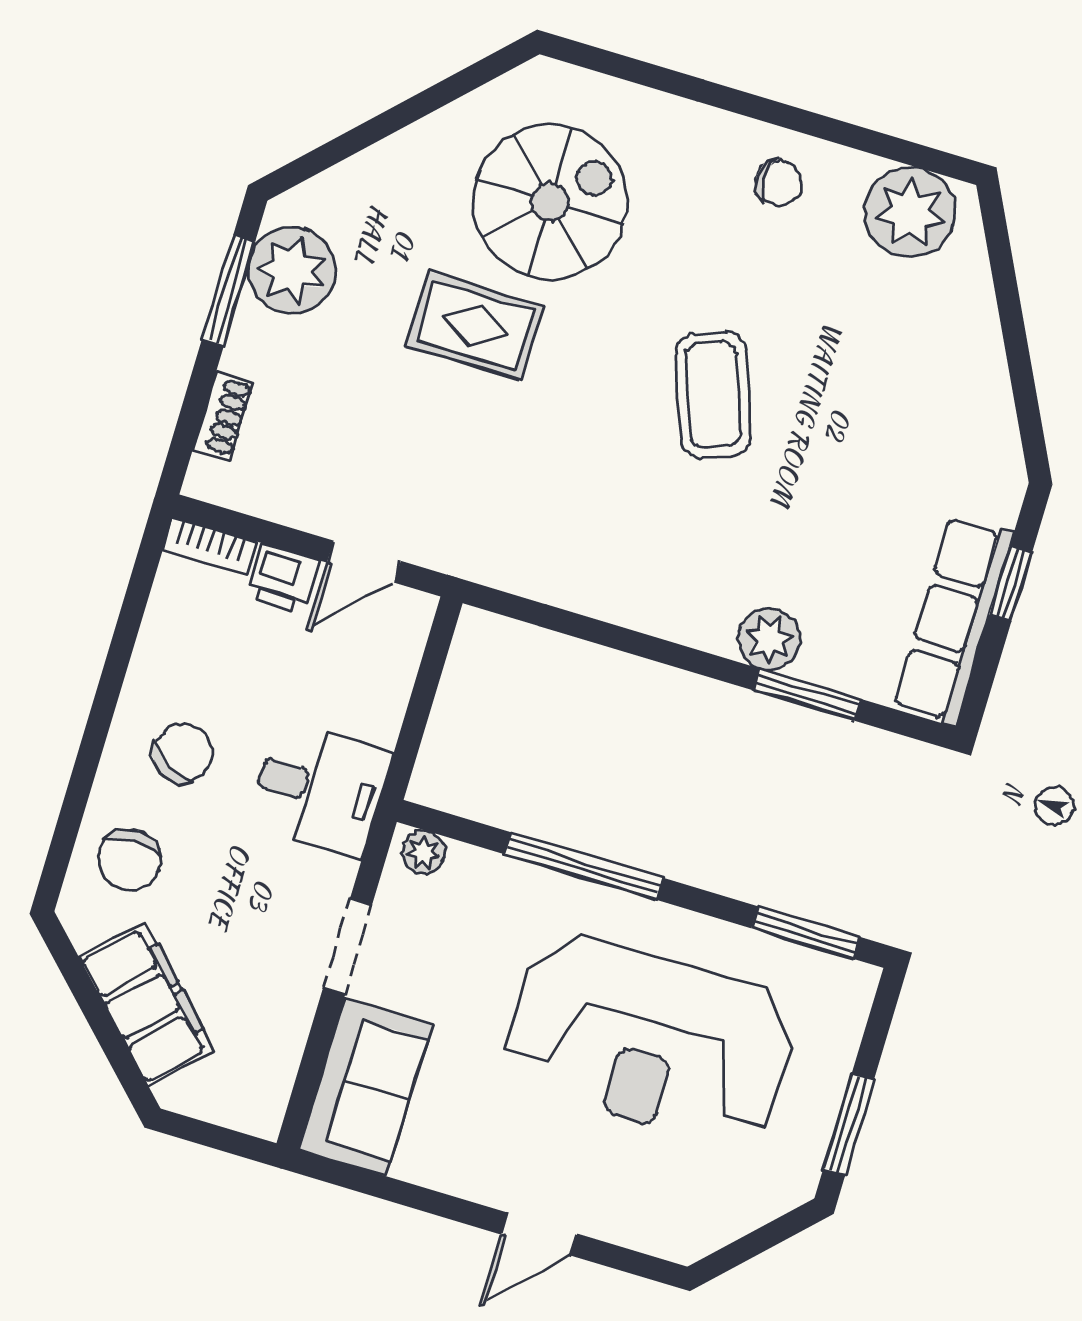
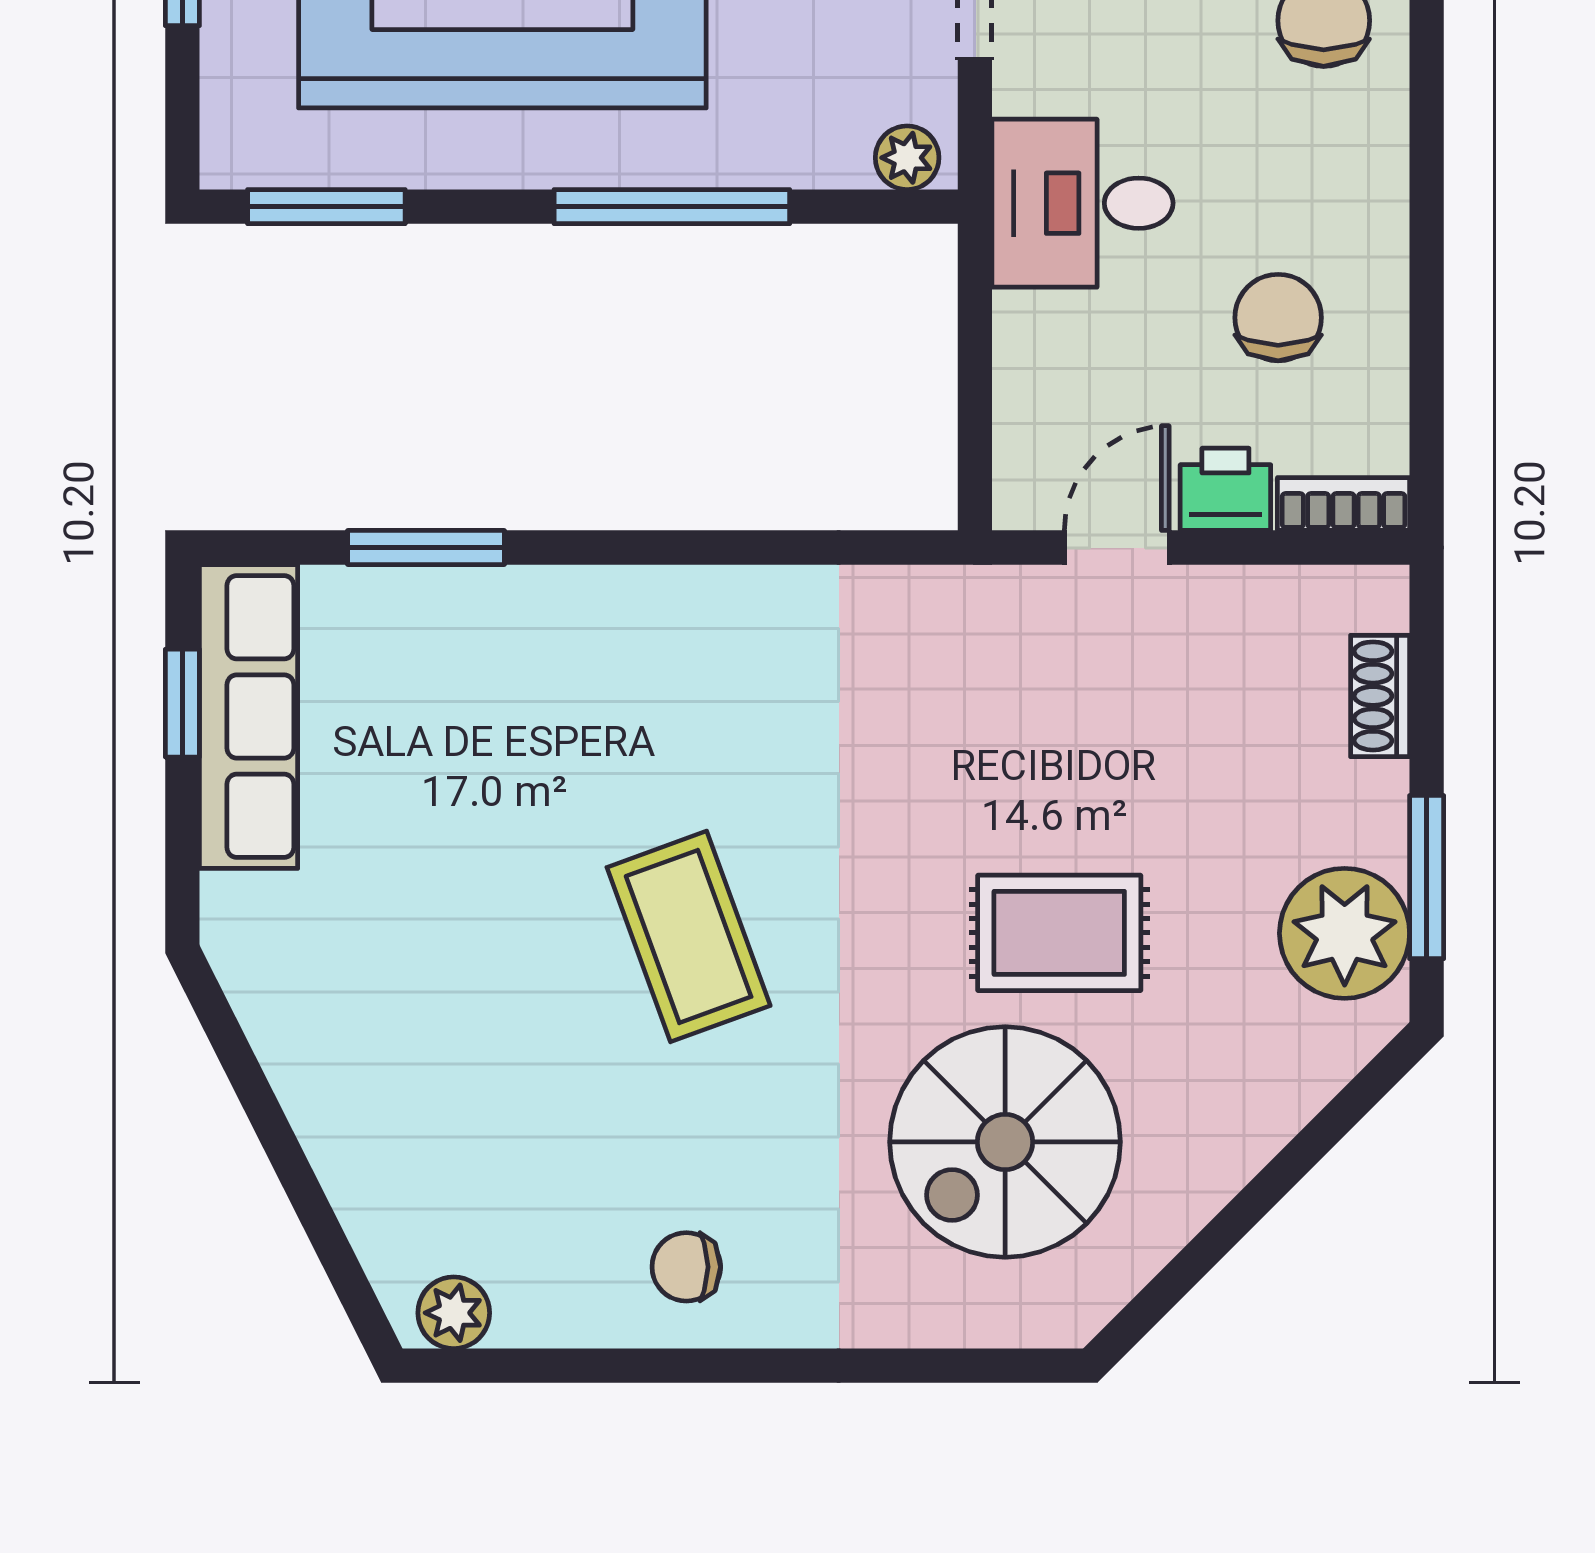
plant: (910, 212) -> (454, 1313), width x0.53, depth x0.53
window: (1011, 583) -> (182, 703), moved
plant: (769, 639) -> (504, 610), removed
chair: (183, 753) -> (1278, 318), moved, turned 149

